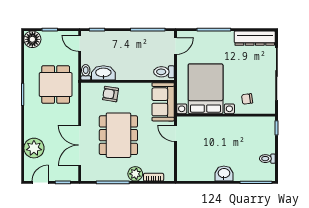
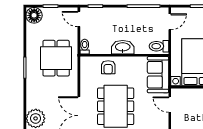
washbasin: (103, 73) -> (123, 47), moved
armchair: (111, 94) -> (108, 67), turned -99

